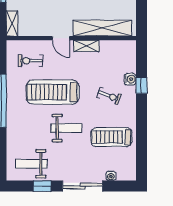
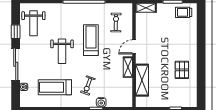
shelving: (102, 28) -> (142, 80), width x0.68
treadmill: (53, 92) -> (91, 40), width x0.73, depth x0.73
treadmill: (111, 137) -> (55, 87), turned -90
weight bench: (31, 164) -> (33, 23), turned 180

